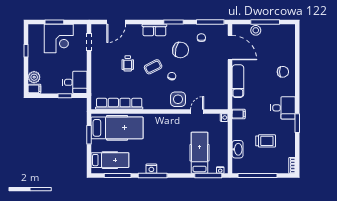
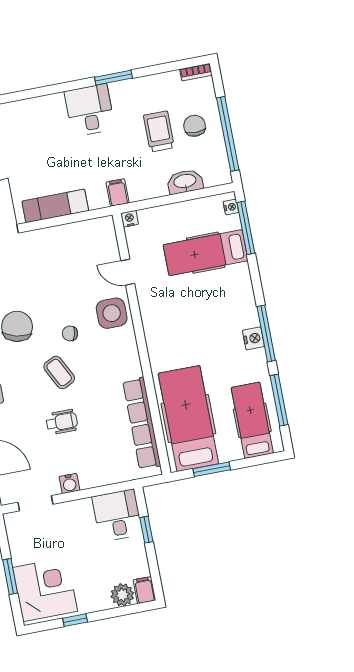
corner desk: (59, 38) -> (45, 589), moved
water cooler: (96, 61) -> (69, 483), added
chair: (283, 72) -> (195, 126), moved

